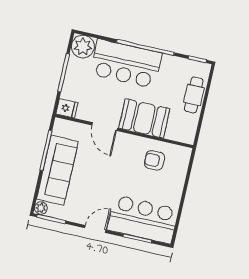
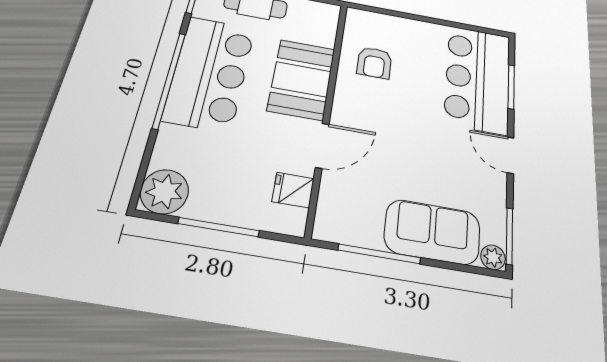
bar counter: (126, 64) -> (210, 73), moved
fridge: (67, 108) -> (293, 190), moved, turned -90
sofa: (57, 170) -> (432, 232), width x0.73

